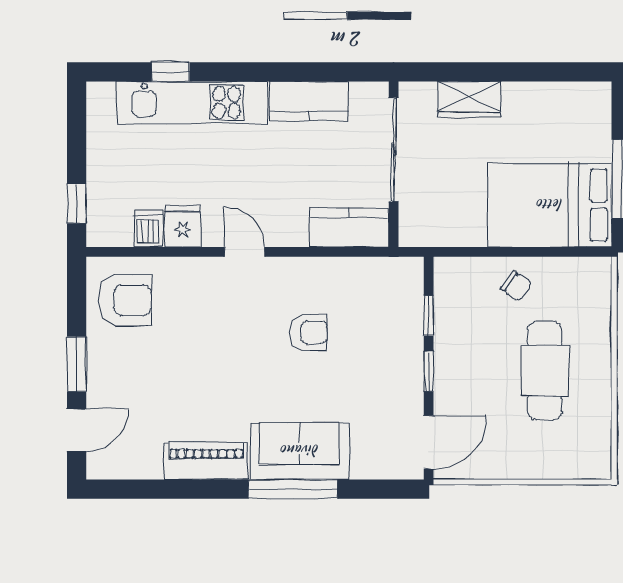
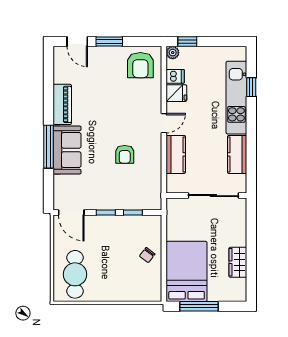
wardrobe: (469, 99) -> (238, 262), moved
kitchen counter: (349, 227) -> (176, 154), moved
plant: (99, 234) -> (173, 53), added
cafe table: (545, 371) -> (75, 274), moved, turned 90

